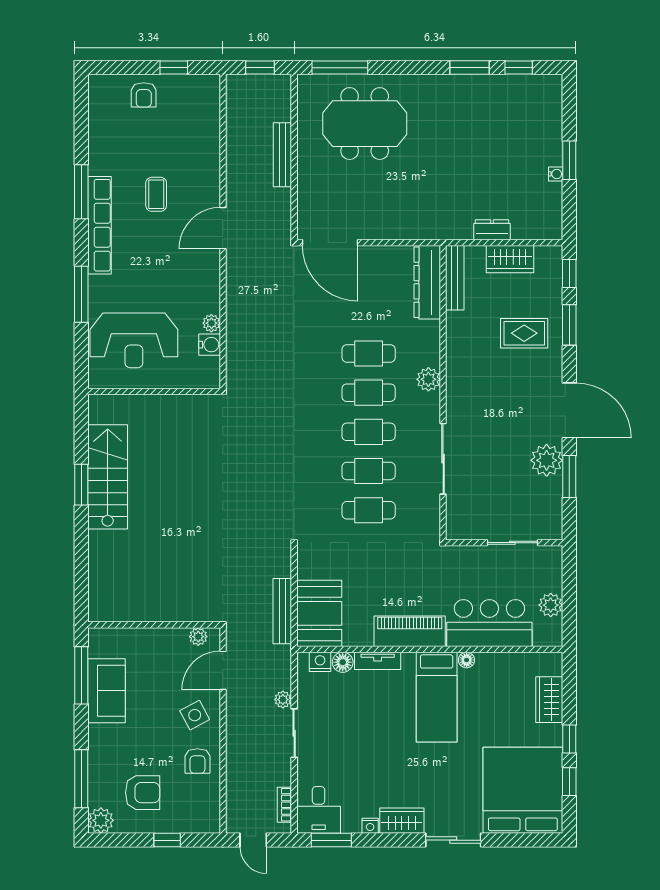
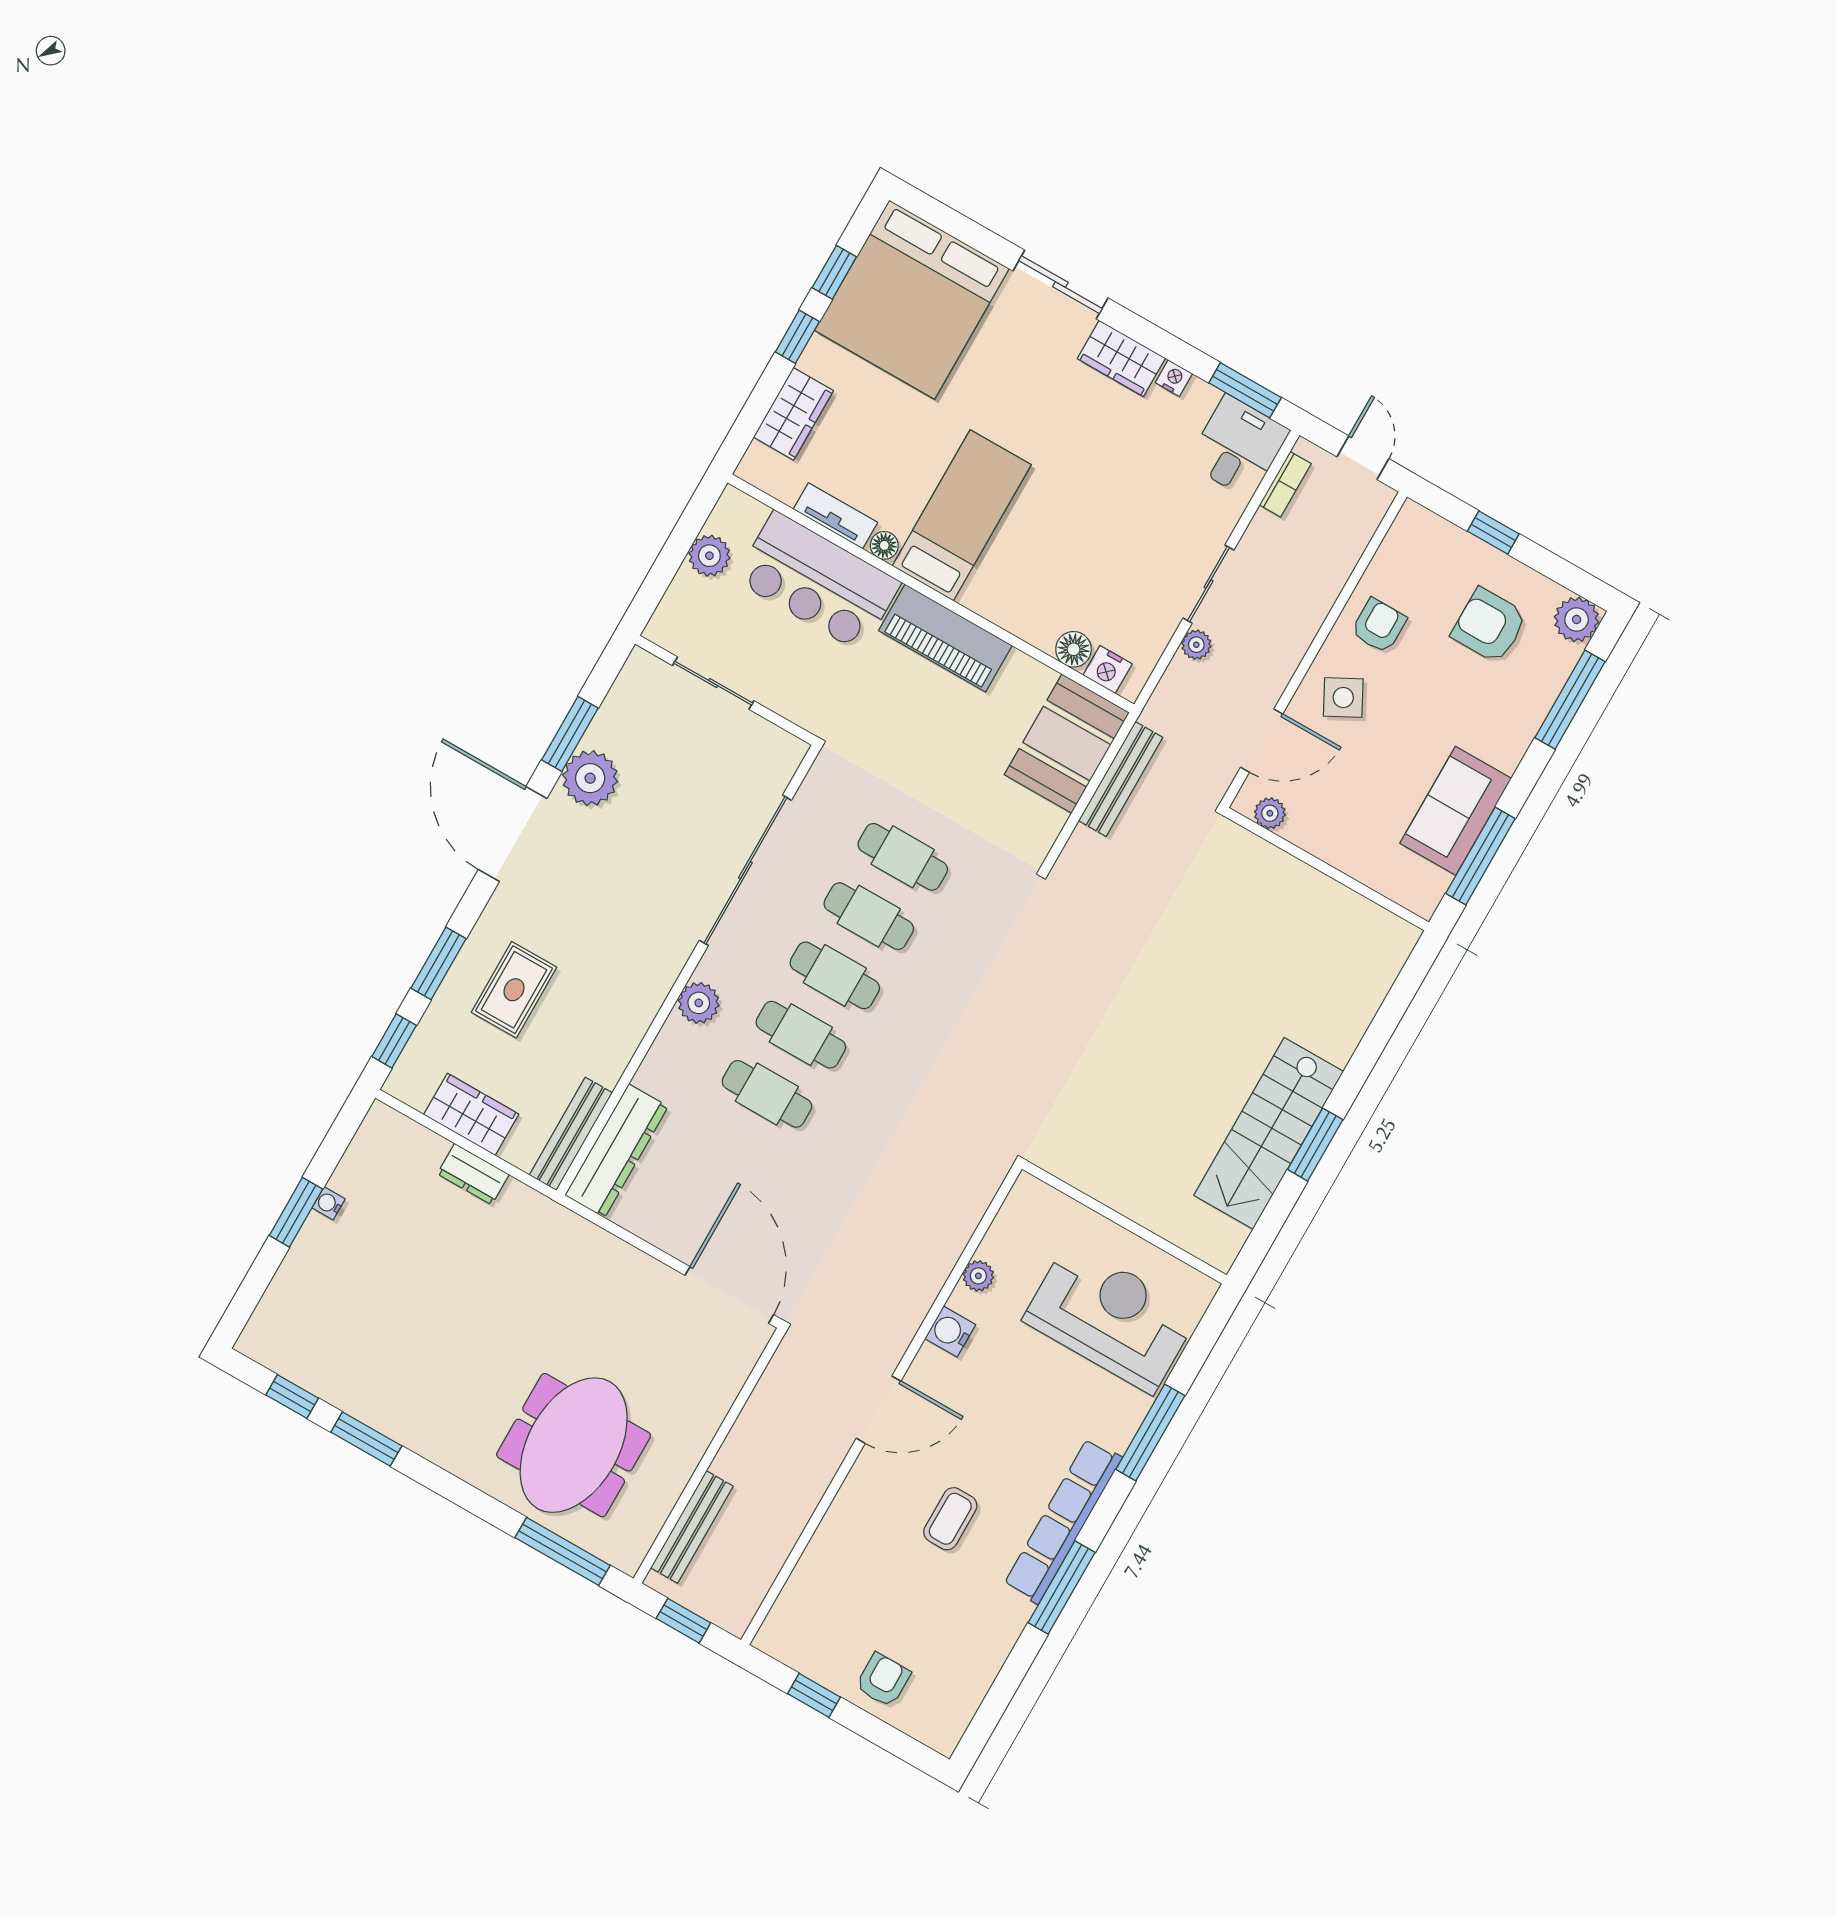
meeting table: (365, 124) -> (574, 1445), turned 90
bench: (282, 155) -> (692, 1527), moved
rug: (524, 333) -> (514, 990), turned 90
water cooler: (210, 345) -> (950, 1332), moved
sliding door: (443, 459) -> (745, 870), width x1.36
tv unit: (378, 661) -> (836, 516), moved

